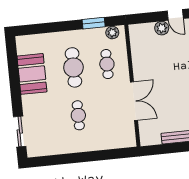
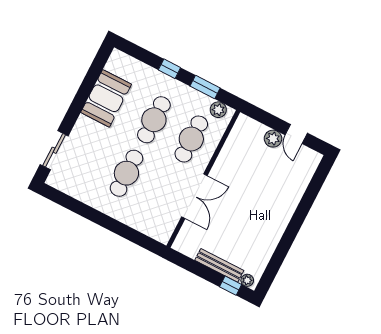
window: (62, 26) -> (169, 69), added
cafe table: (107, 64) -> (191, 139), width x1.37, depth x1.35
cafe table: (78, 115) -> (126, 173), width x1.37, depth x1.35

